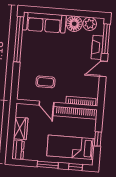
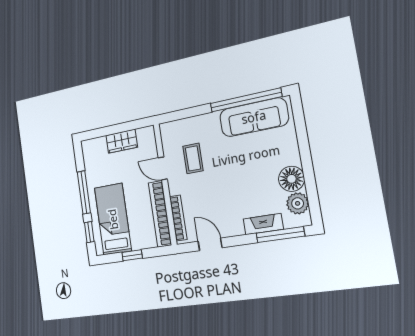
sofa: (44, 23) -> (254, 117), moved, turned -90
door: (103, 69) -> (210, 244), moved
door: (46, 104) -> (163, 168), hinge flipped
dresser: (18, 150) -> (94, 146), removed
window: (48, 165) -> (84, 192), width x1.44

